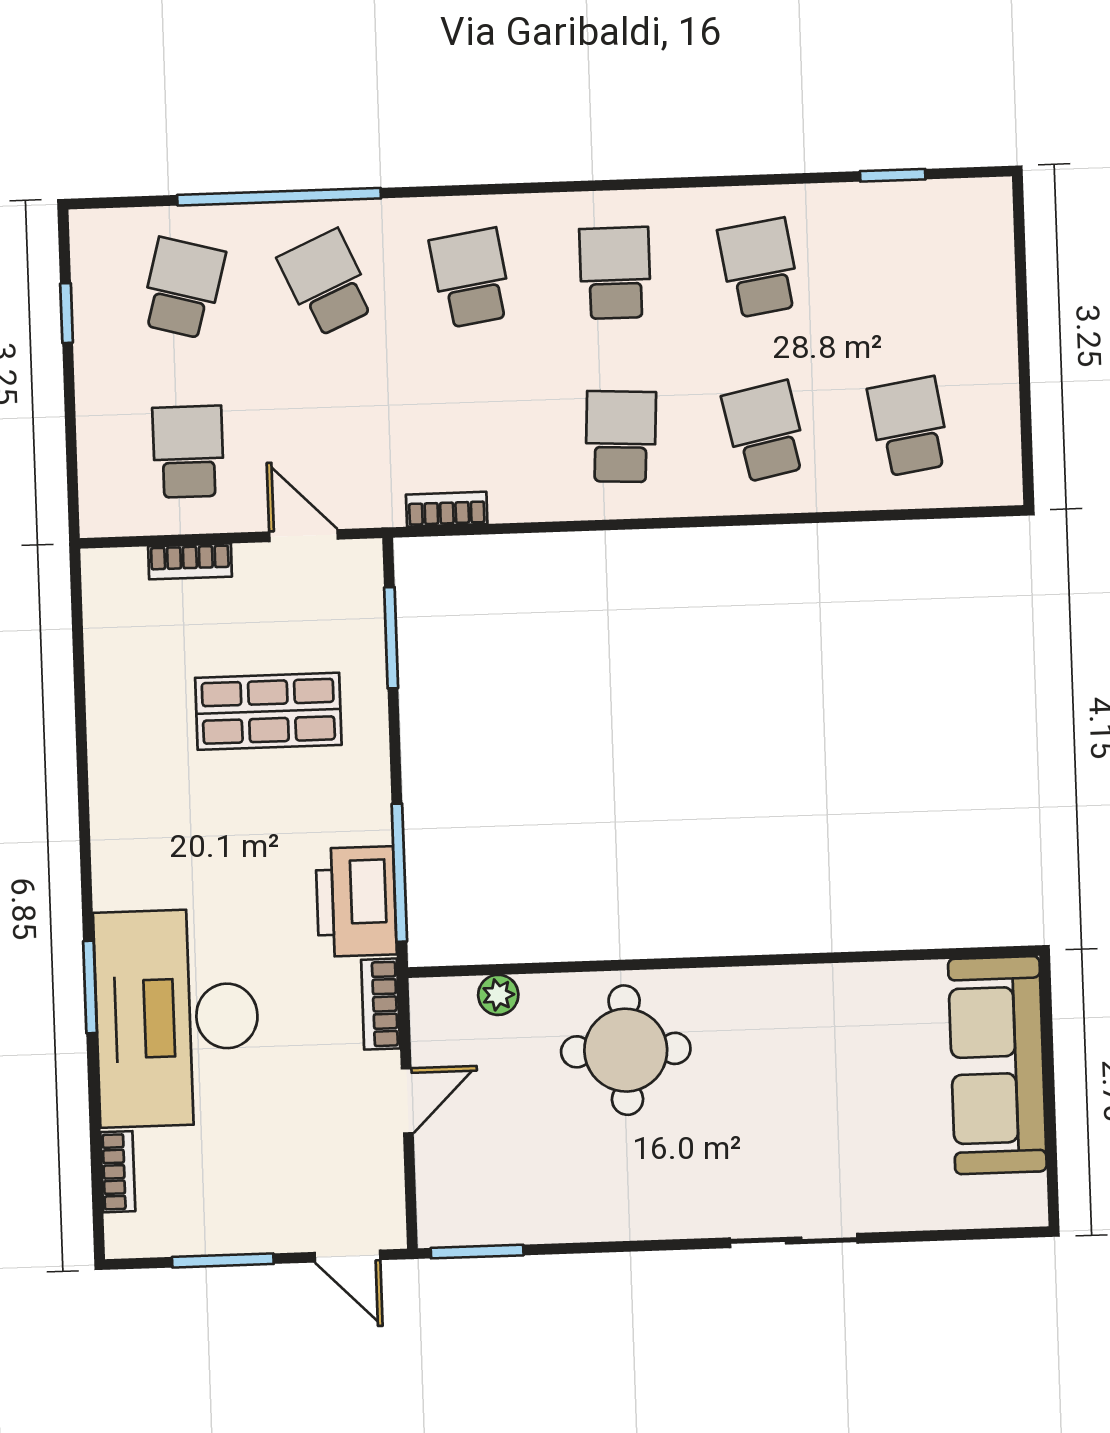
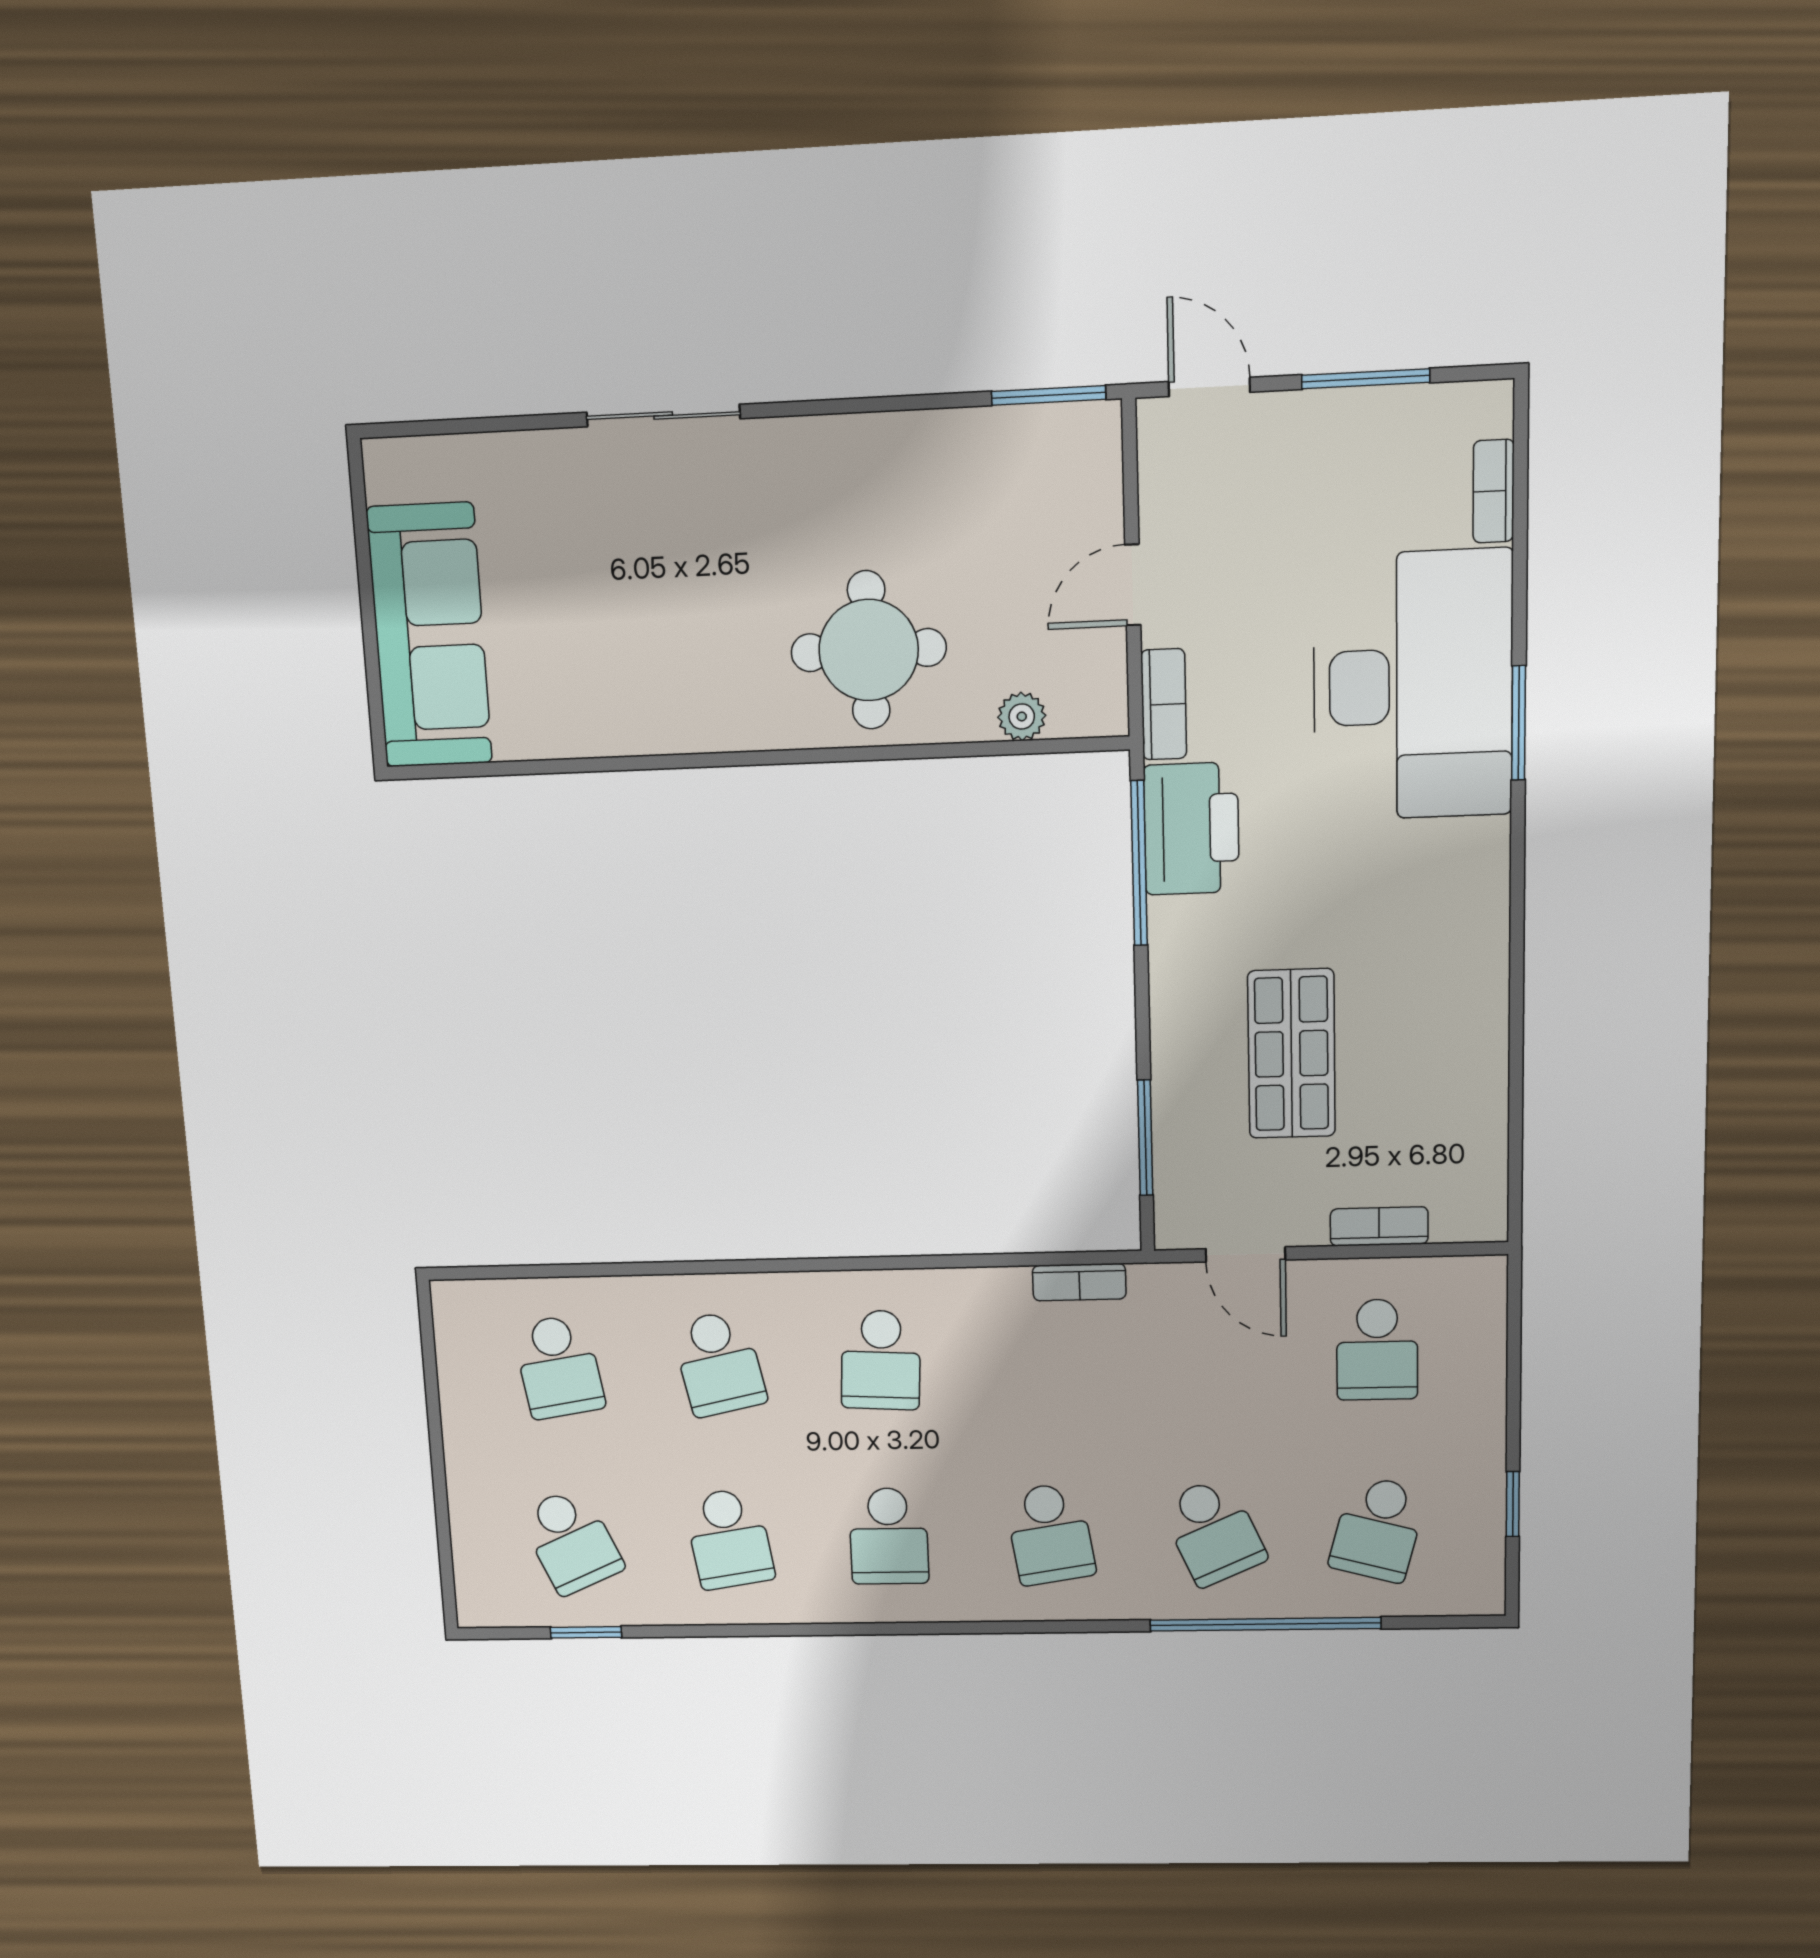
school desk: (903, 263) -> (571, 1541), added
shop shelf: (268, 711) -> (1292, 1054), turned 90

